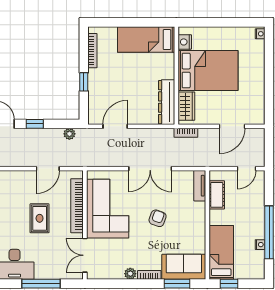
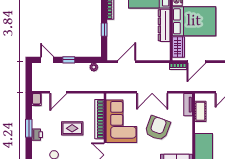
dresser: (167, 102) -> (164, 25), moved
door: (232, 126) -> (196, 62), moved
door: (48, 169) -> (58, 92), moved
rug: (40, 218) -> (72, 128), turned 90
armchair: (158, 218) -> (158, 128), width x1.88, depth x1.88

